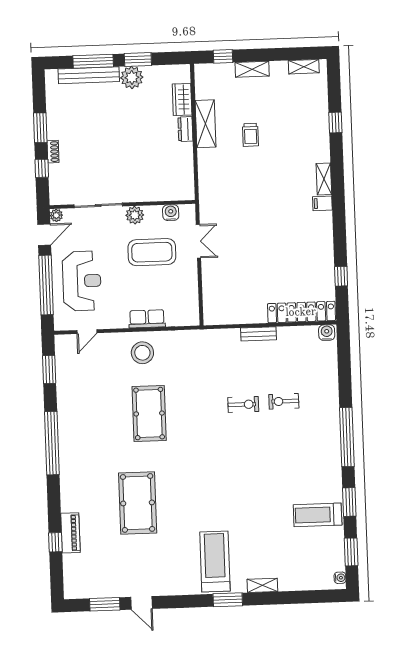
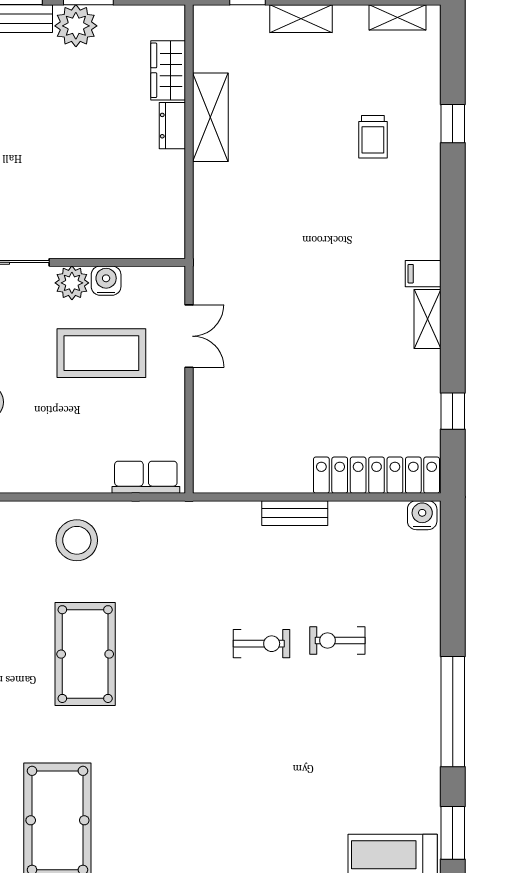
trolley: (250, 135) -> (373, 137), moved
shelving: (324, 179) -> (428, 319), moved
water cooler: (171, 213) -> (106, 281), moved
row of seats: (147, 319) -> (146, 477), moved

